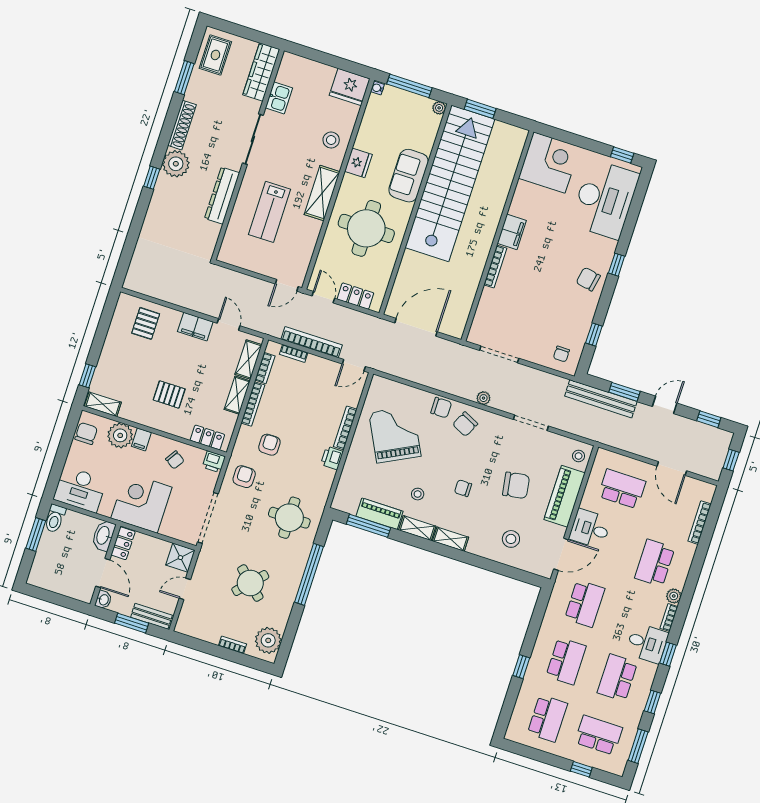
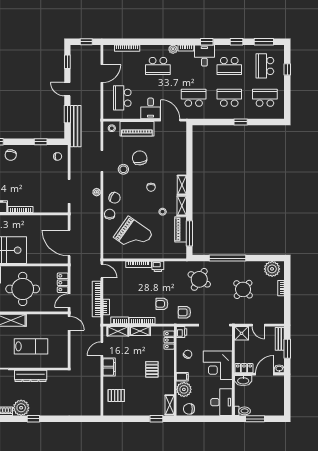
grand piano: (395, 434) -> (133, 235), turned -118
round table: (289, 518) -> (199, 279), turned 31
stool: (511, 539) -> (123, 169), moved

